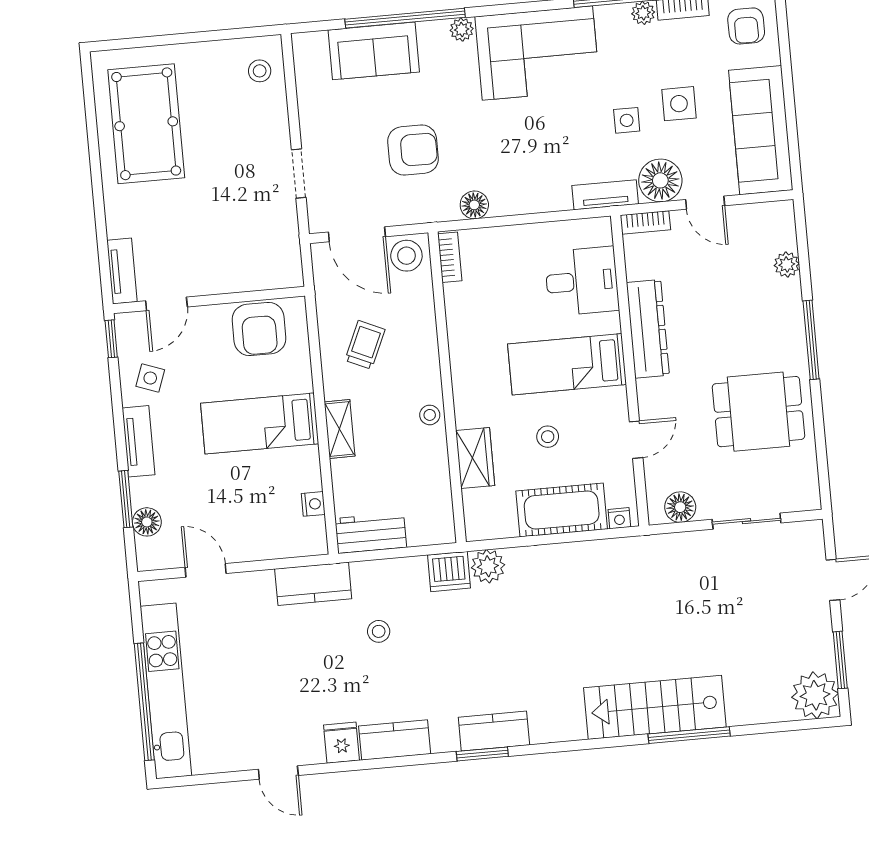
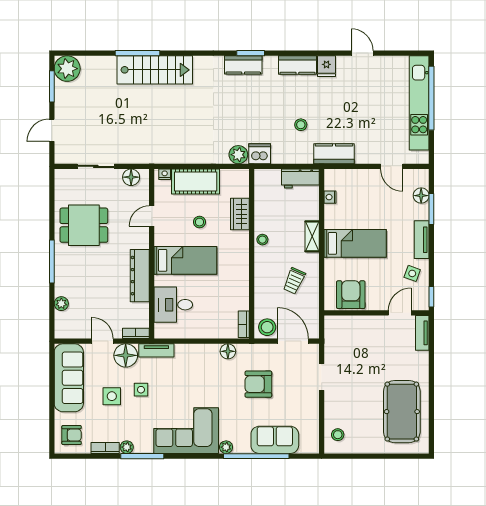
armchair: (746, 26) -> (72, 435), turned 90

